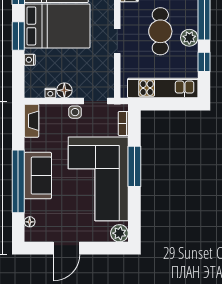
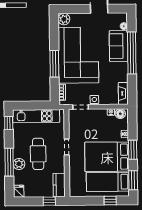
plant: (189, 38) -> (19, 164), moved
window: (204, 62) -> (9, 123), moved
floor lamp: (64, 90) -> (120, 114), moved
sofa: (38, 176) -> (119, 46), moved

